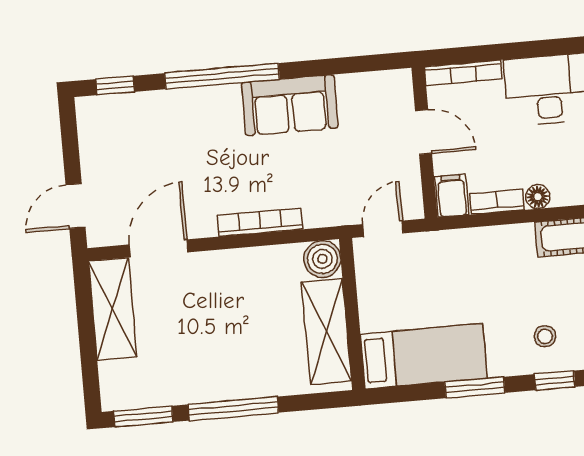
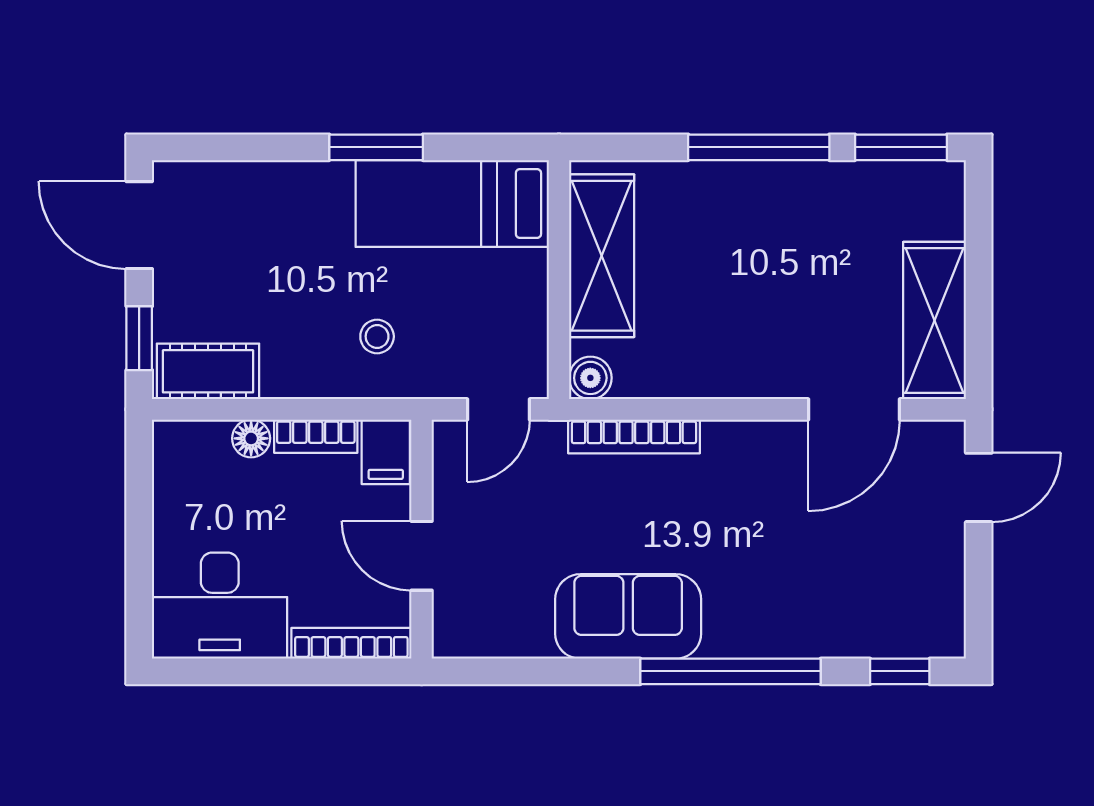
bookcase: (260, 222) -> (634, 436), moved
boiler: (322, 259) -> (590, 378), width x0.73, depth x0.73
stool: (545, 336) -> (377, 336), moved
window: (555, 380) -> (249, 147), removed

